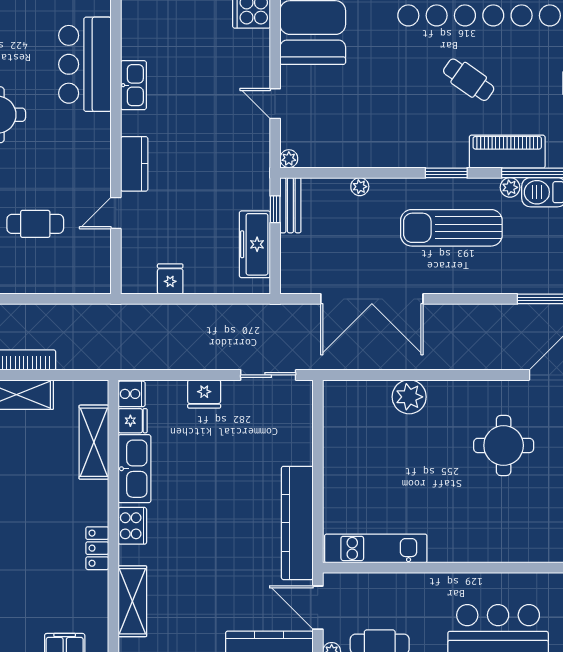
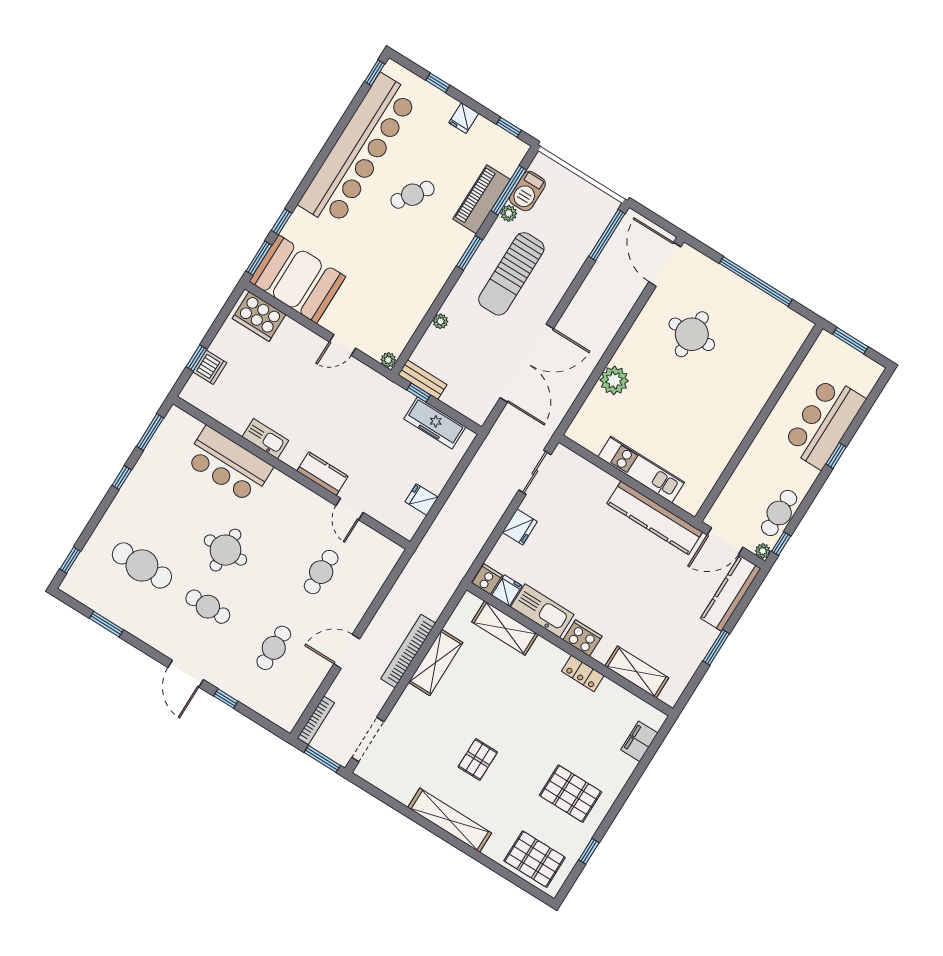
kitchen unit: (376, 548) -> (641, 470), moved, turned 90

